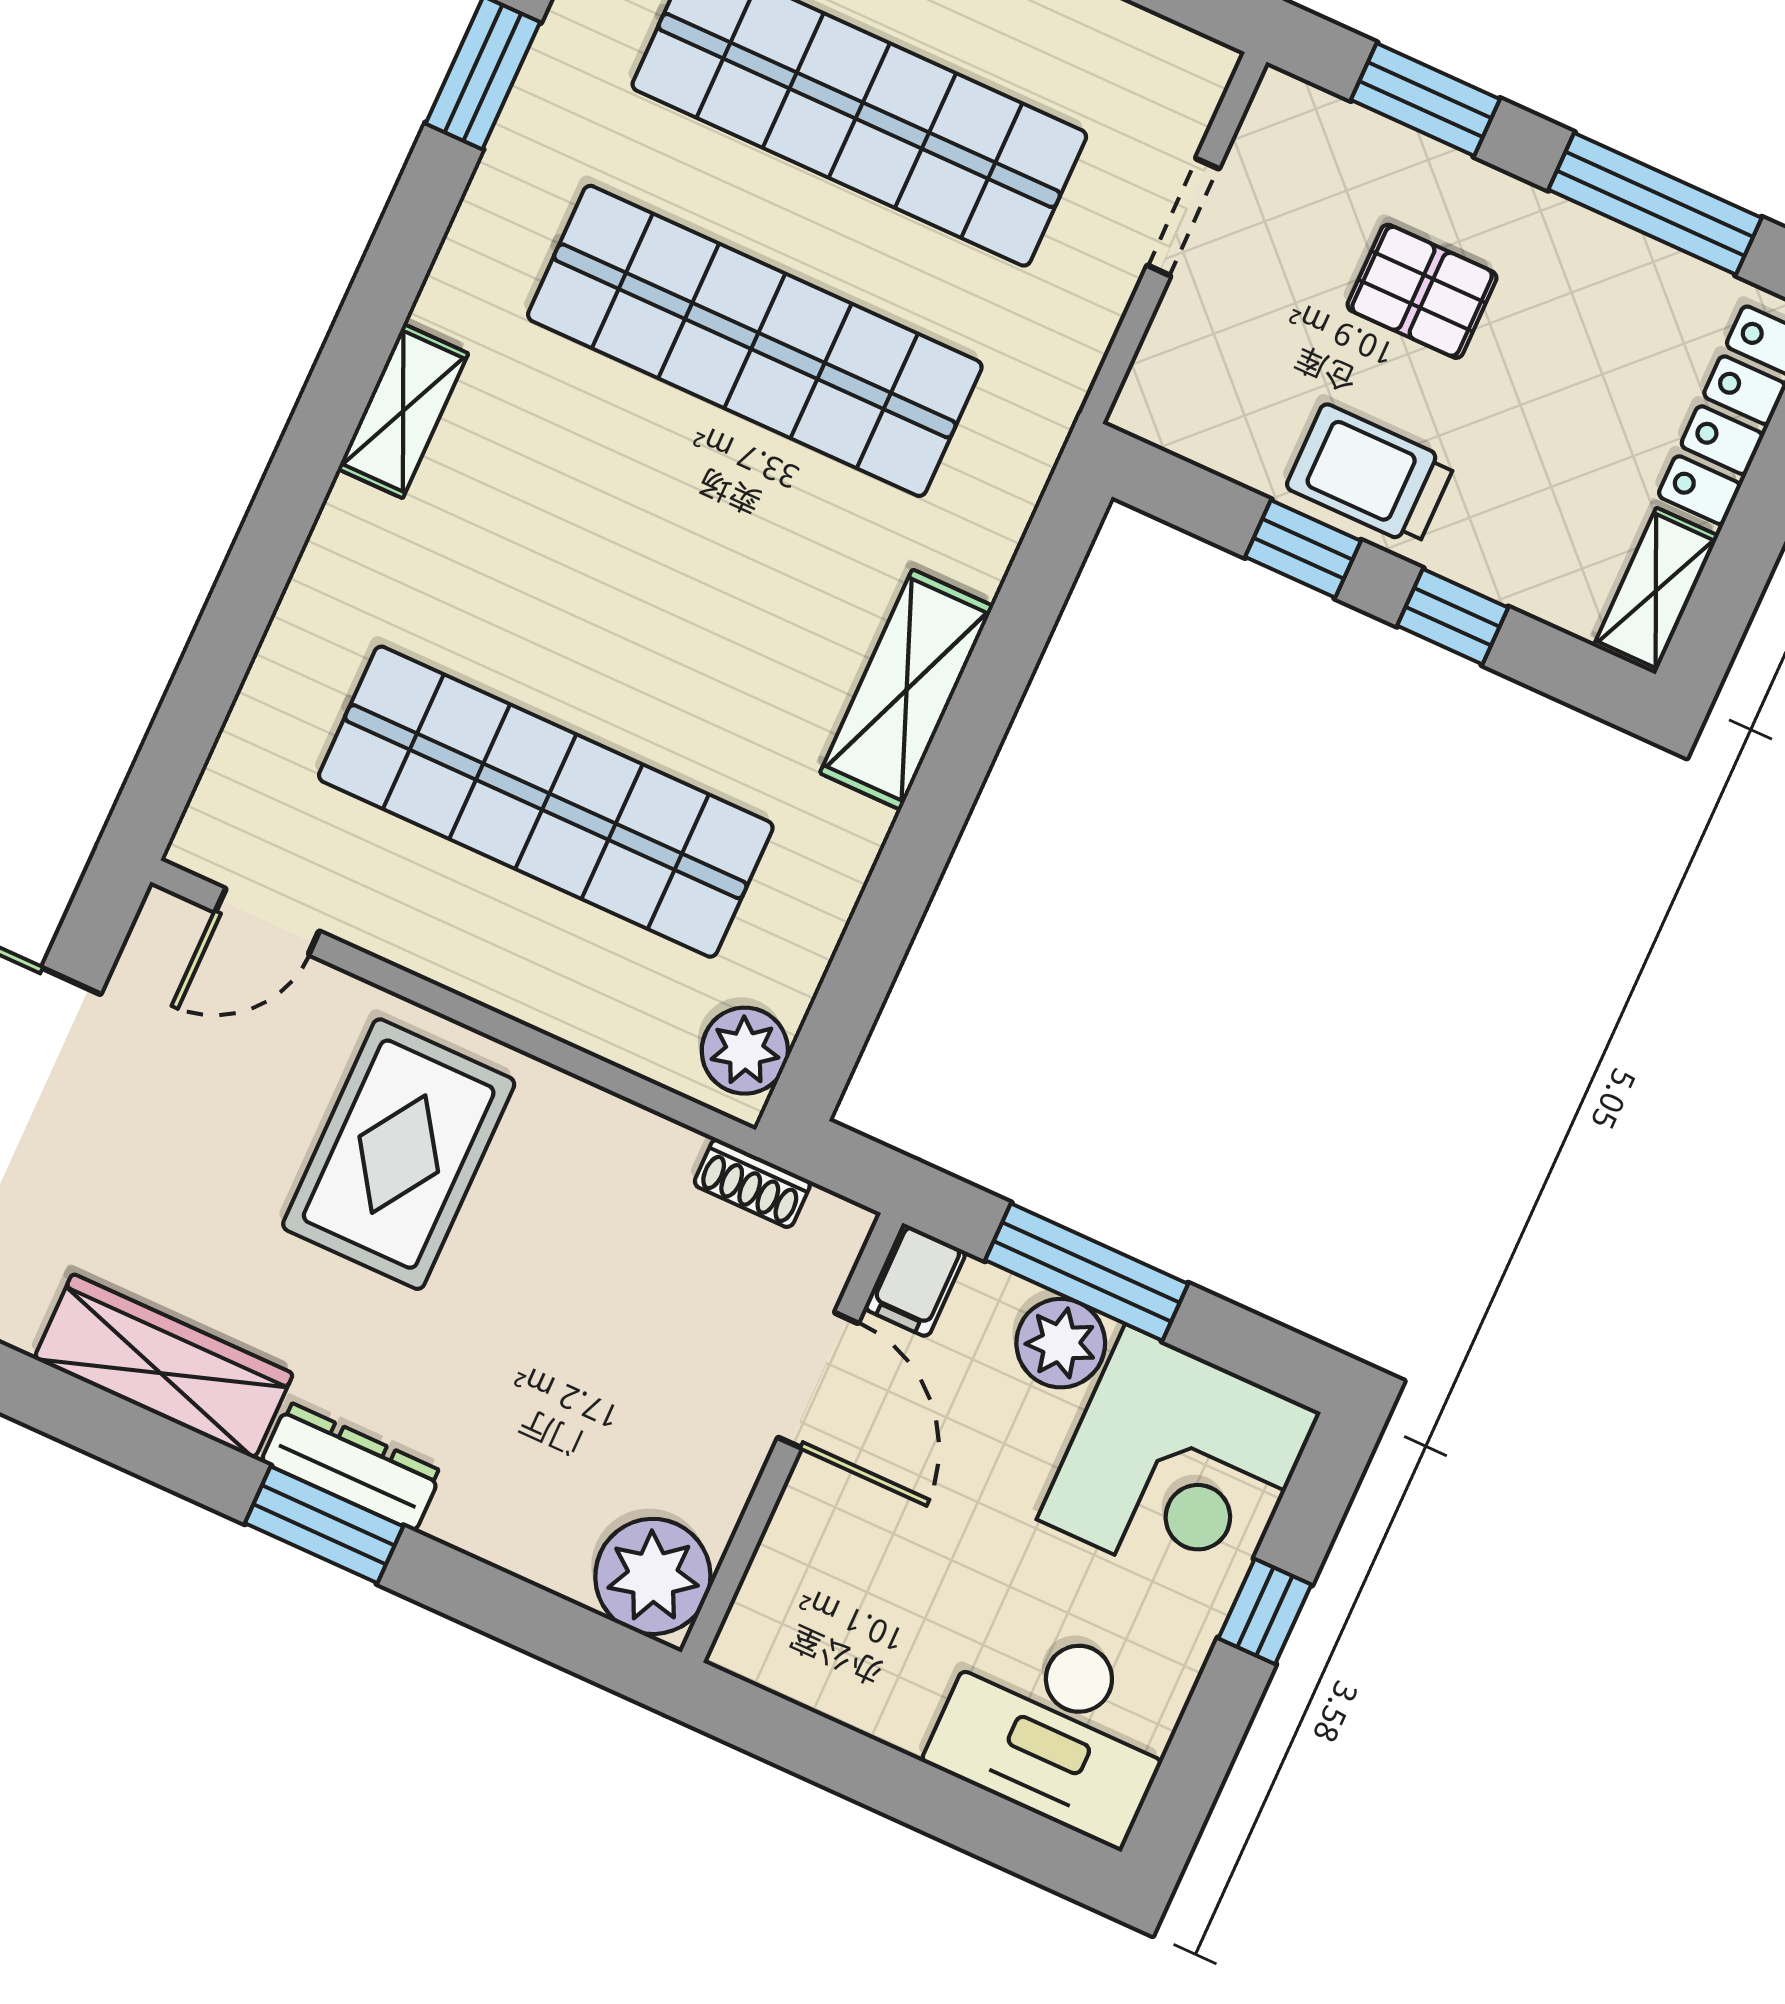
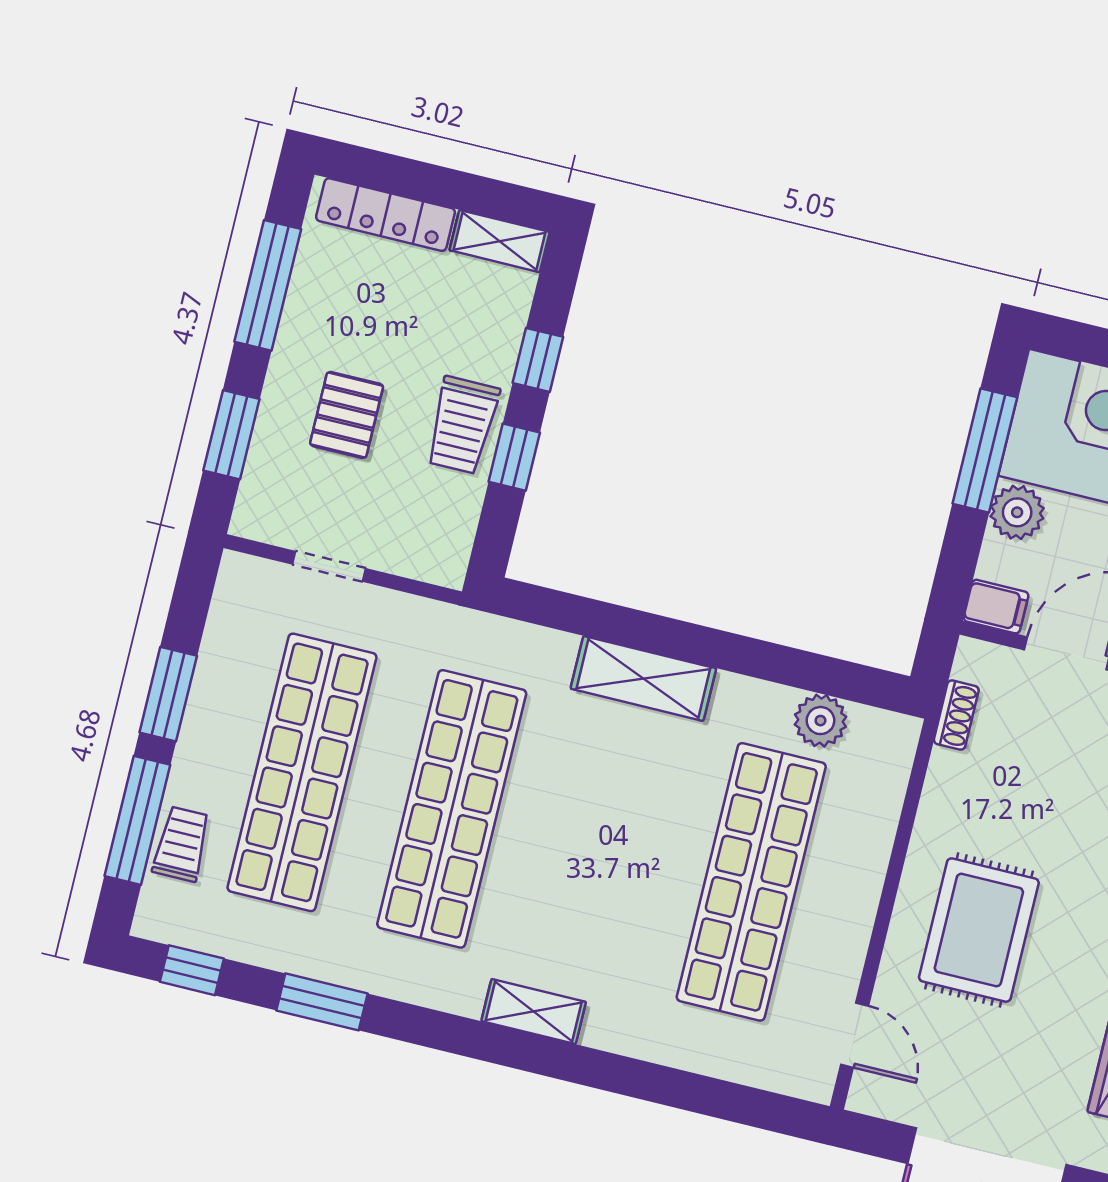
plant: (745, 1051) -> (820, 721), moved
rug: (399, 1154) -> (979, 930), turned 90
window: (1087, 1272) -> (985, 450), moved

